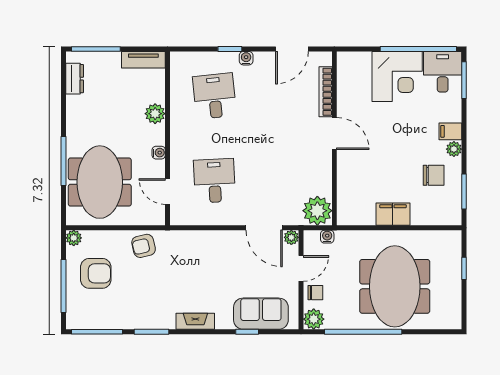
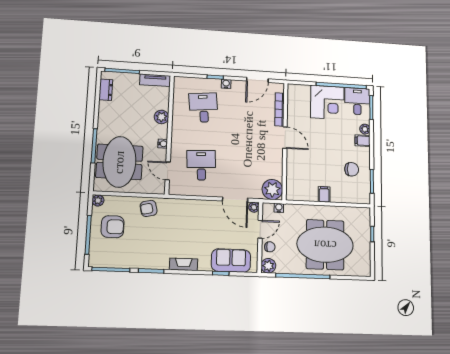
plant: (454, 149) -> (365, 129), moved
filing cabinet: (393, 214) -> (324, 194), width x0.50
meeting table: (395, 286) -> (325, 245), turned 90

